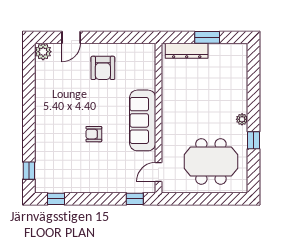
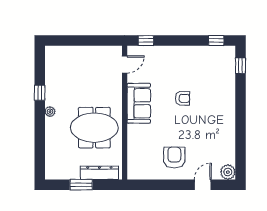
sofa: (143, 120) -> (139, 103), width x0.73
meeting table: (211, 161) -> (94, 128), moved

